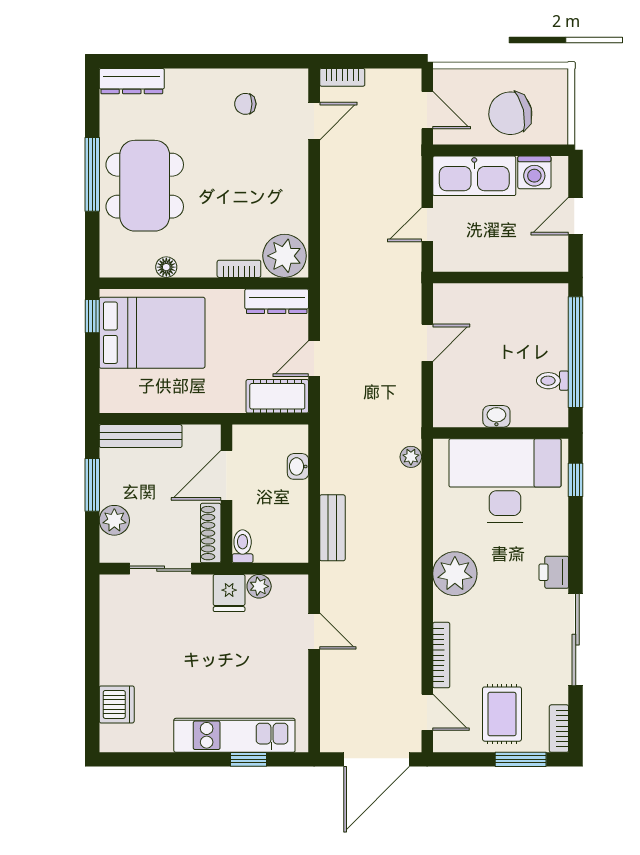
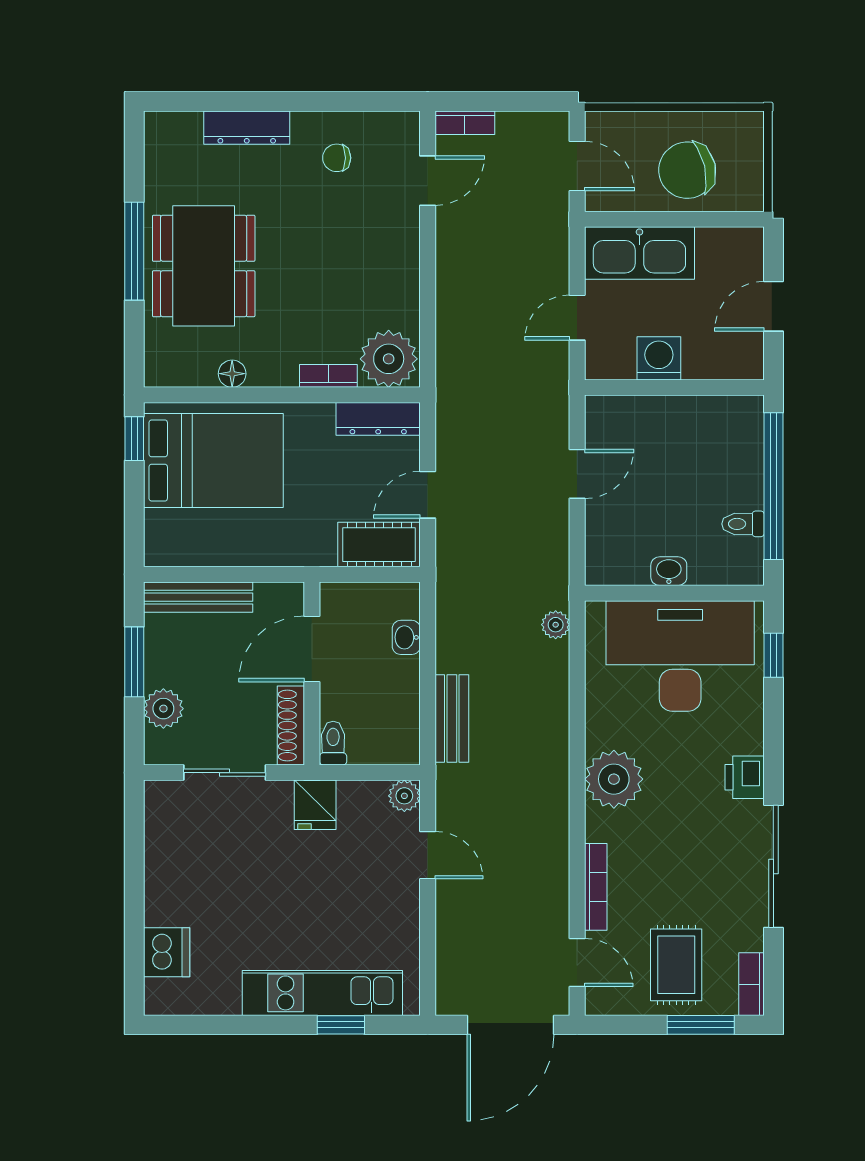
dresser: (132, 81) -> (247, 128), moved
washing machine: (534, 172) -> (659, 358), moved, turned 180
plant: (259, 586) -> (404, 796), moved

